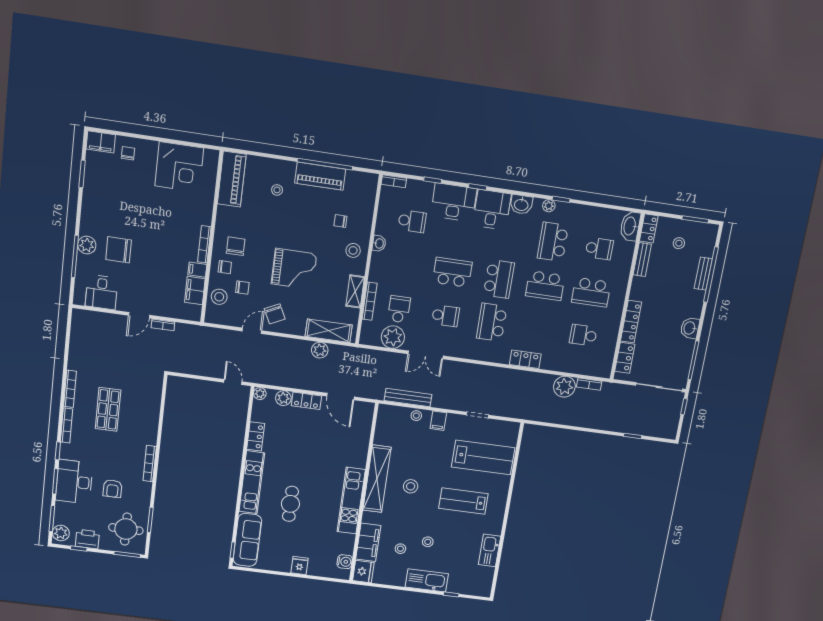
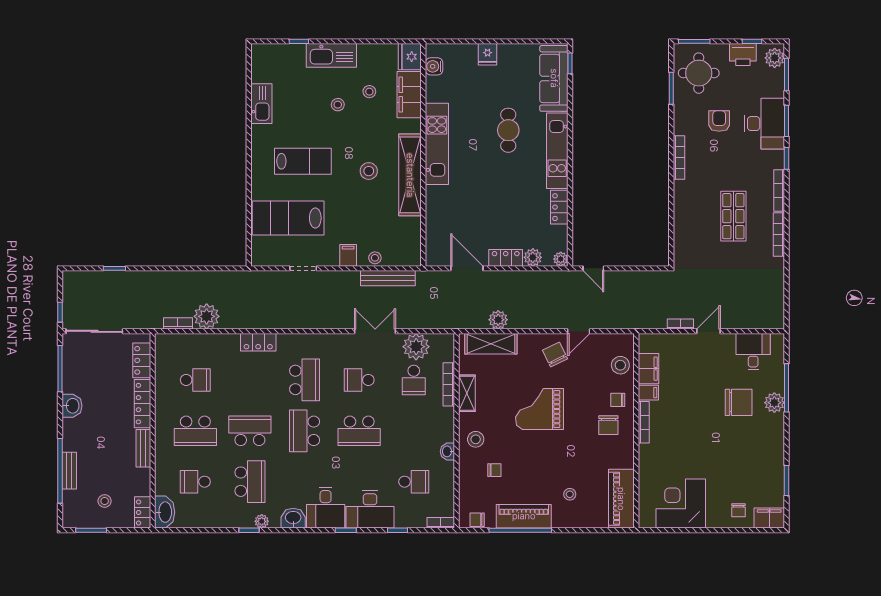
school desk: (412, 221) -> (414, 482), turned 180
bench: (642, 260) -> (143, 448), moved
chair: (242, 288) -> (477, 520), moved
school desk: (591, 292) -> (195, 431), turned 180

